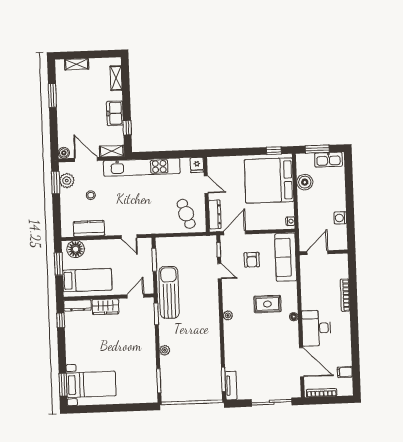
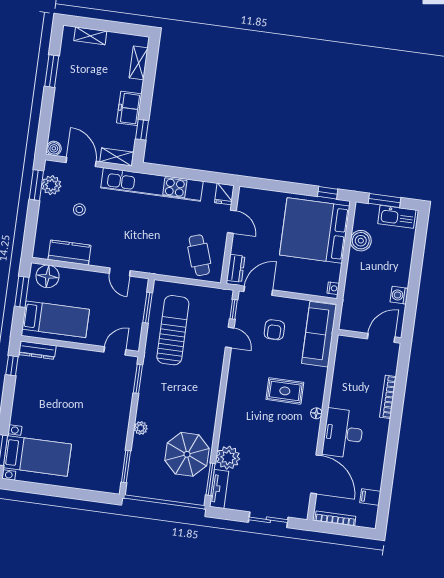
dresser: (215, 214) -> (236, 268), width x0.70
door: (317, 253) -> (381, 338), moved
sun lounger: (169, 292) -> (173, 330), moved
wardrobe: (105, 307) -> (73, 358), removed
plant: (228, 315) -> (228, 458), moved, width x1.87, depth x1.87
parasol: (203, 364) -> (187, 454), added
sliding door: (272, 402) -> (268, 520), width x0.73

